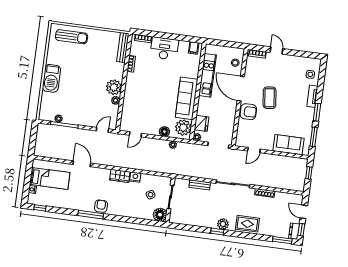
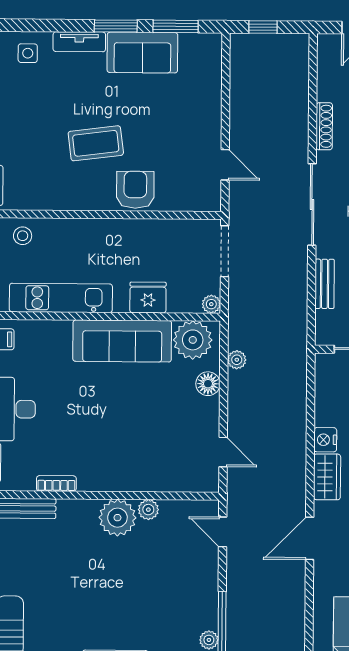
door: (241, 89) -> (83, 214), removed
fridge: (202, 123) -> (148, 297), moved
sofa: (288, 145) -> (142, 53), moved, turned -90
door: (82, 164) -> (310, 538), moved

